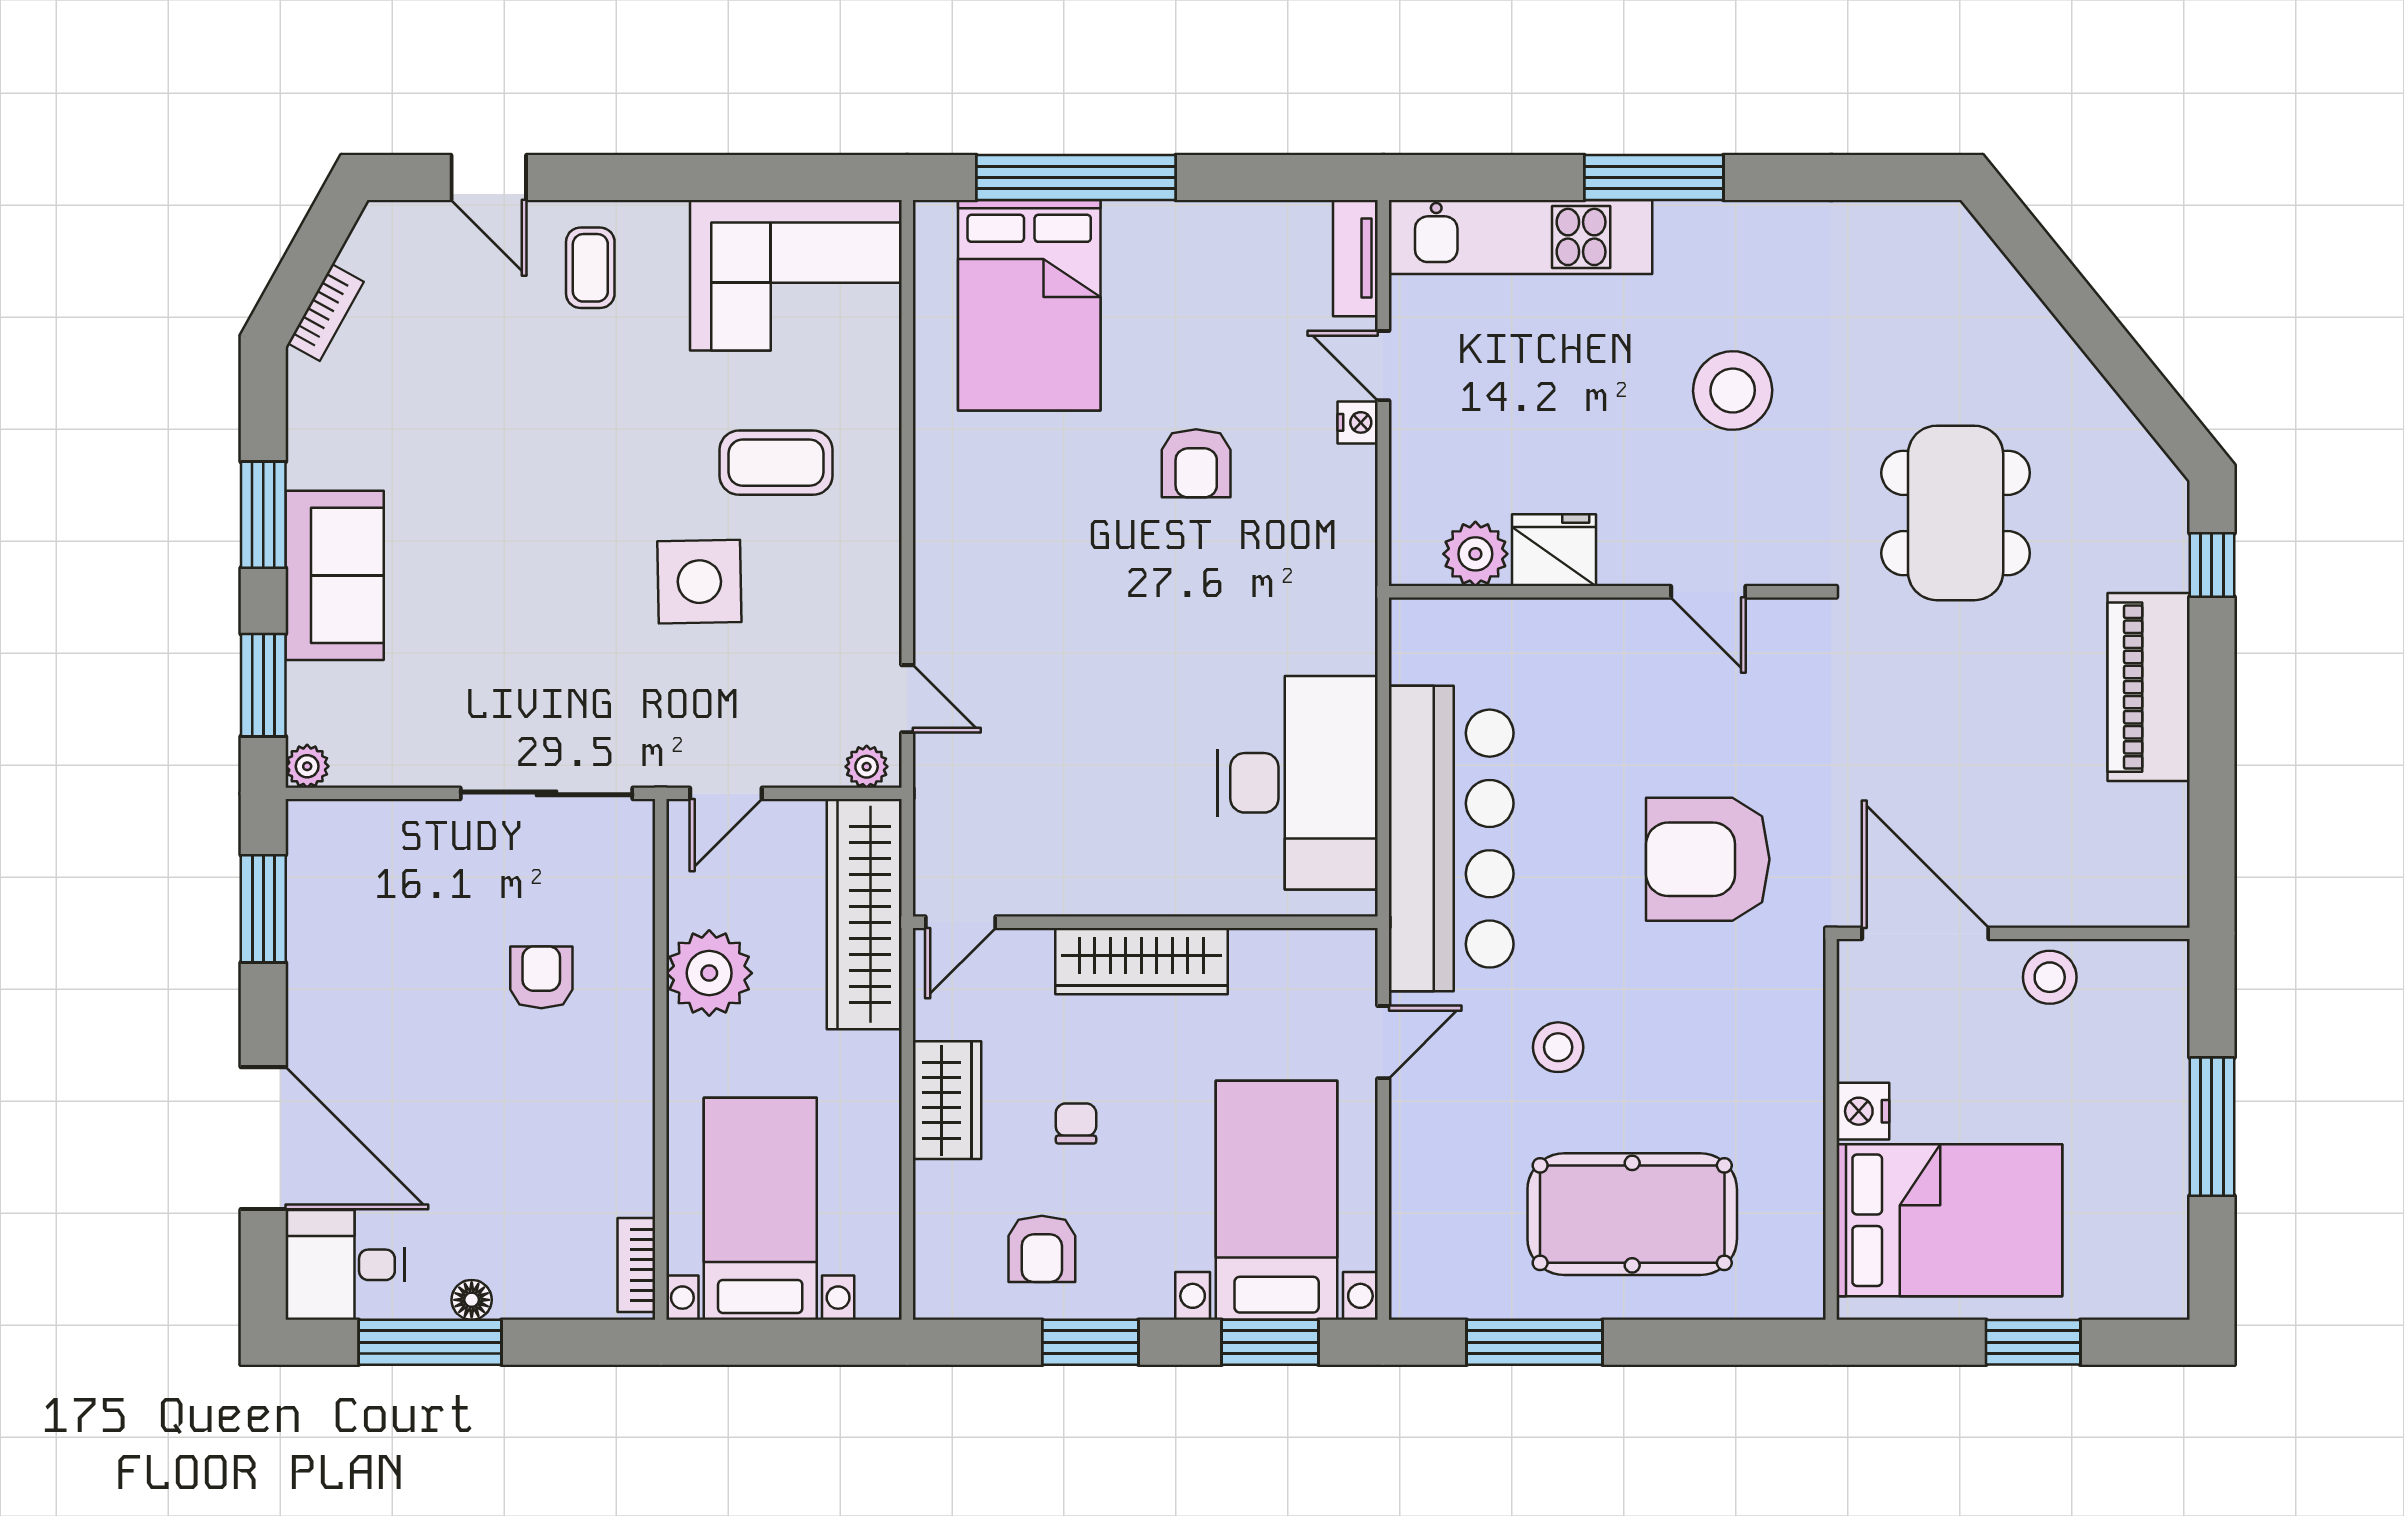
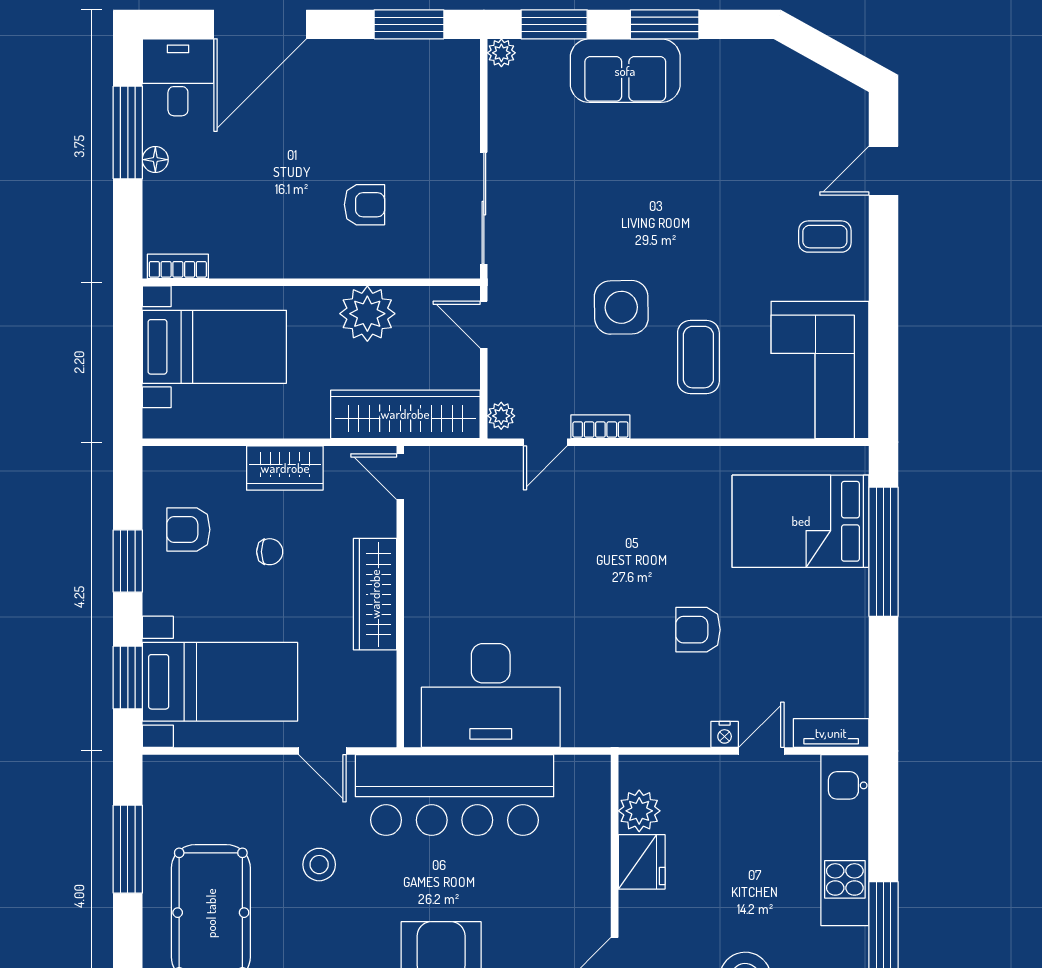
bookcase: (326, 313) -> (600, 427), moved, turned 151

